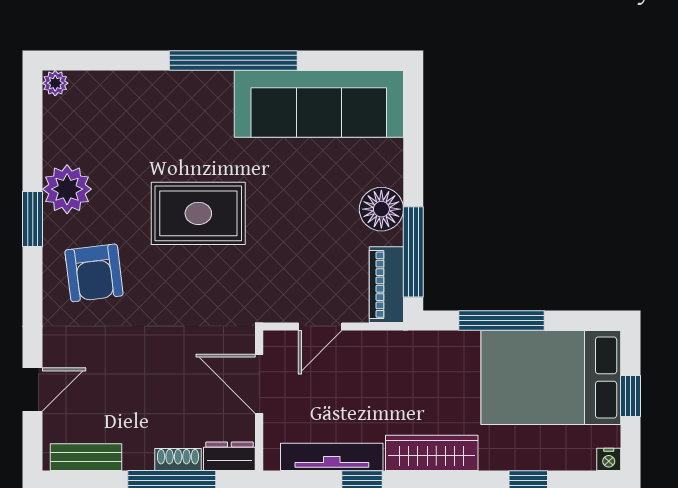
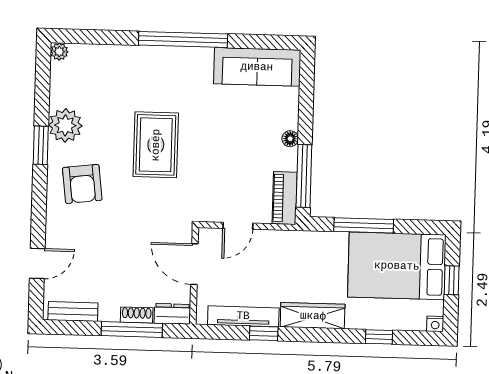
sofa: (319, 104) -> (257, 67), width x0.74, depth x0.79
floor lamp: (381, 209) -> (290, 139), width x0.53, depth x0.53
rug: (198, 213) -> (156, 145), turned 90

